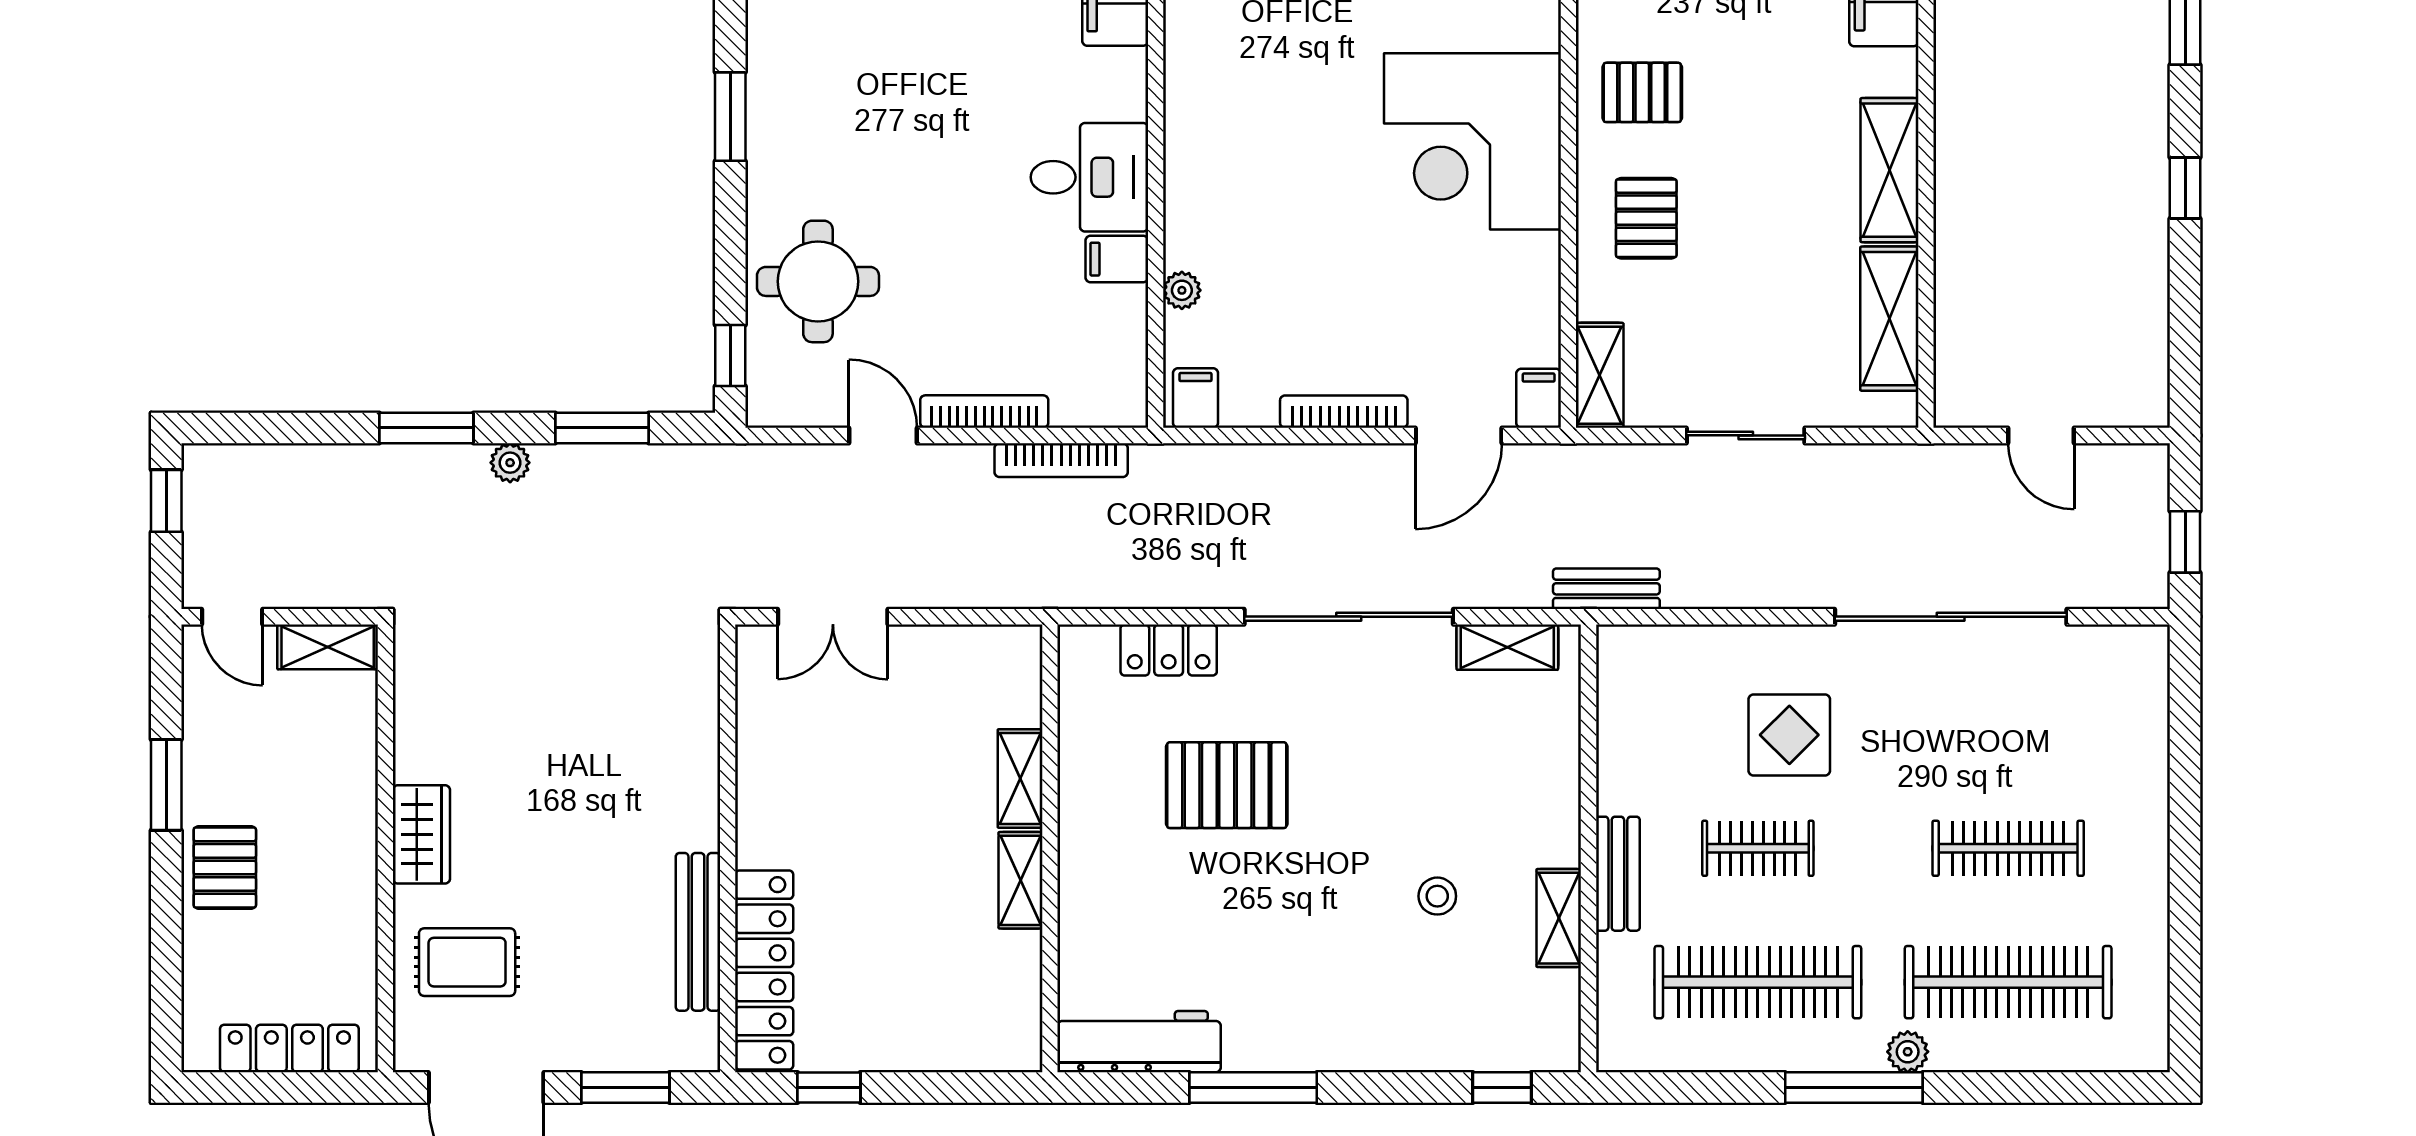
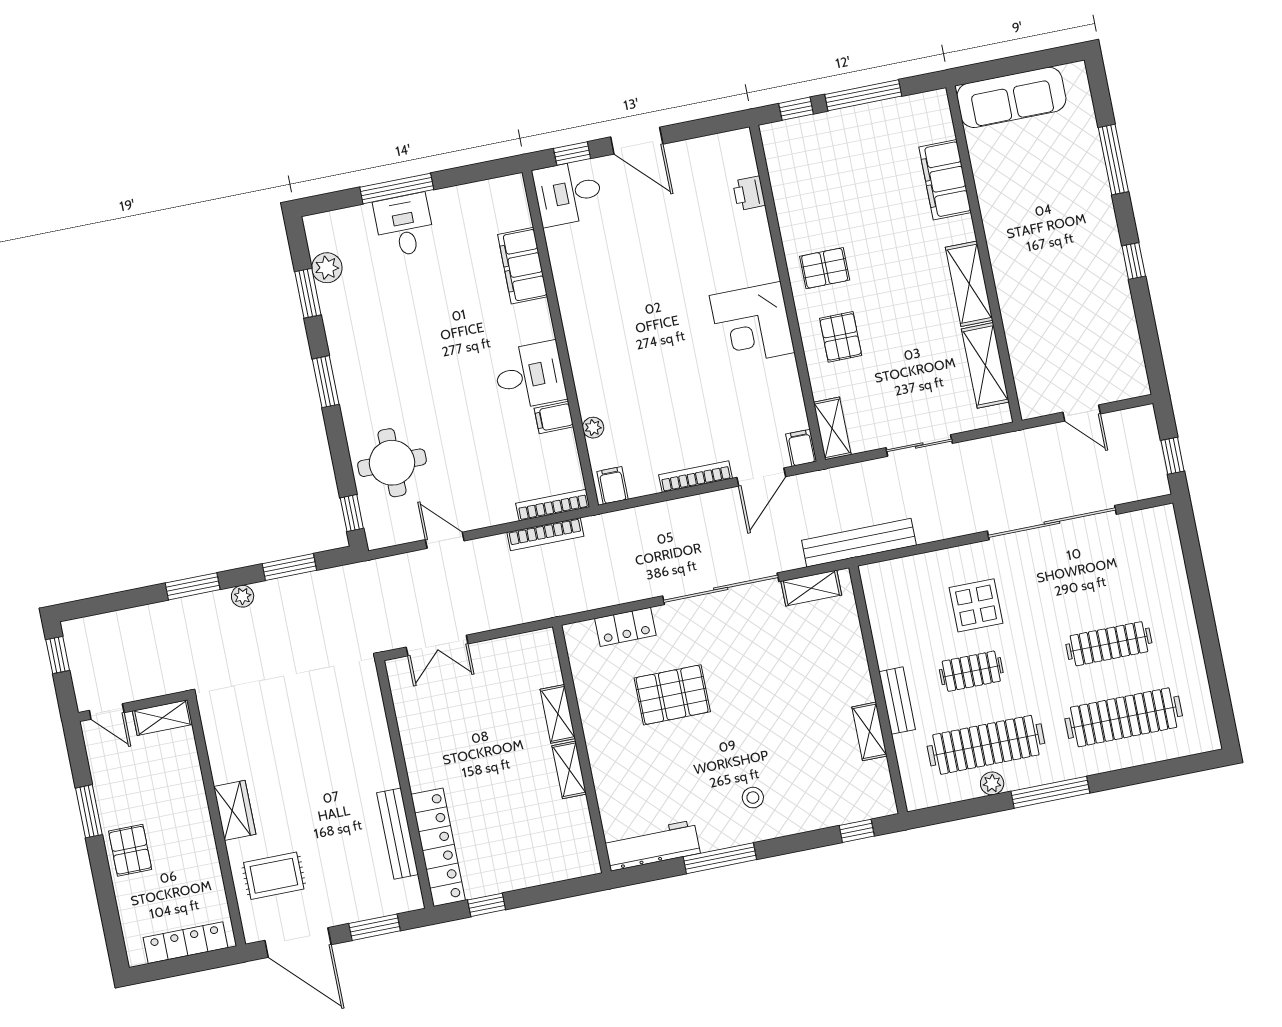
corner desk: (1473, 141) -> (752, 324), width x0.74, depth x0.74
bookcase: (984, 412) -> (553, 505), moved
bench: (1606, 589) -> (859, 543), width x1.86, depth x1.21
stool: (1437, 896) -> (753, 798), moved
plant: (1908, 1052) -> (992, 783), moved

